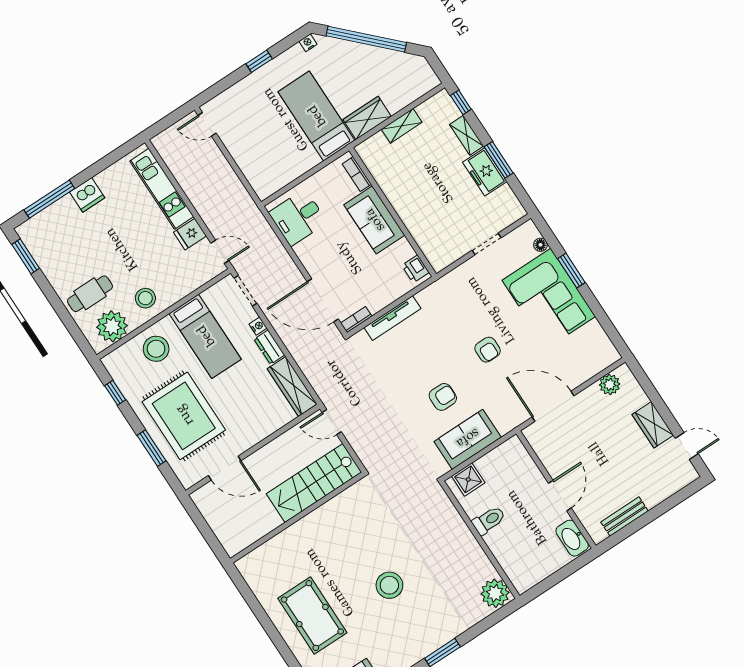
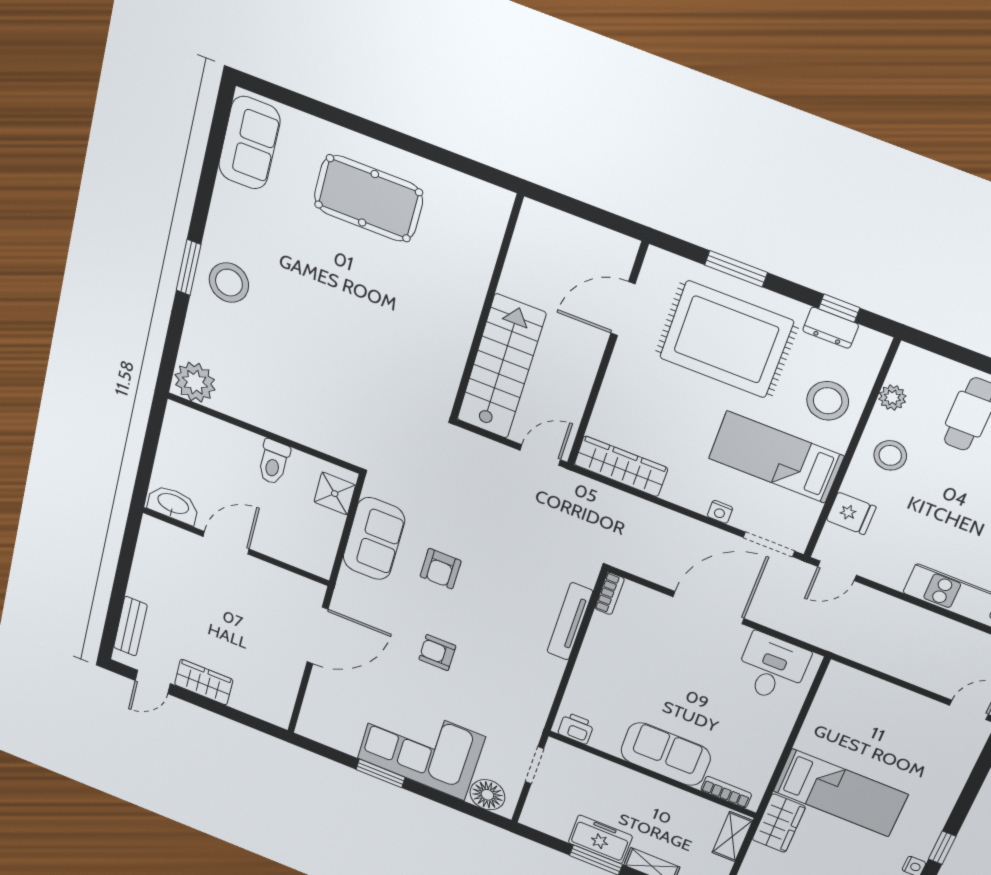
window: (259, 61) -> (942, 848), moved
bookcase: (357, 174) -> (726, 792), moved
wall: (393, 212) -> (652, 774), moved
sofa: (374, 220) -> (666, 754), moved
fridge: (190, 234) -> (851, 513), moved, turned 90
floor lamp: (540, 245) -> (487, 795), width x1.89, depth x1.89
printer: (415, 269) -> (576, 728), moved
window: (571, 271) -> (381, 773), moved
door: (323, 300) -> (708, 608), moved
plant: (112, 326) -> (892, 398), width x0.53, depth x0.53
dresser: (269, 347) -> (831, 328), moved, turned 180
plant: (610, 384) -> (282, 696), removed
door: (560, 496) -> (226, 543), swing flipped
bench: (625, 517) -> (130, 626), moved
stool: (389, 585) -> (229, 283), moved

